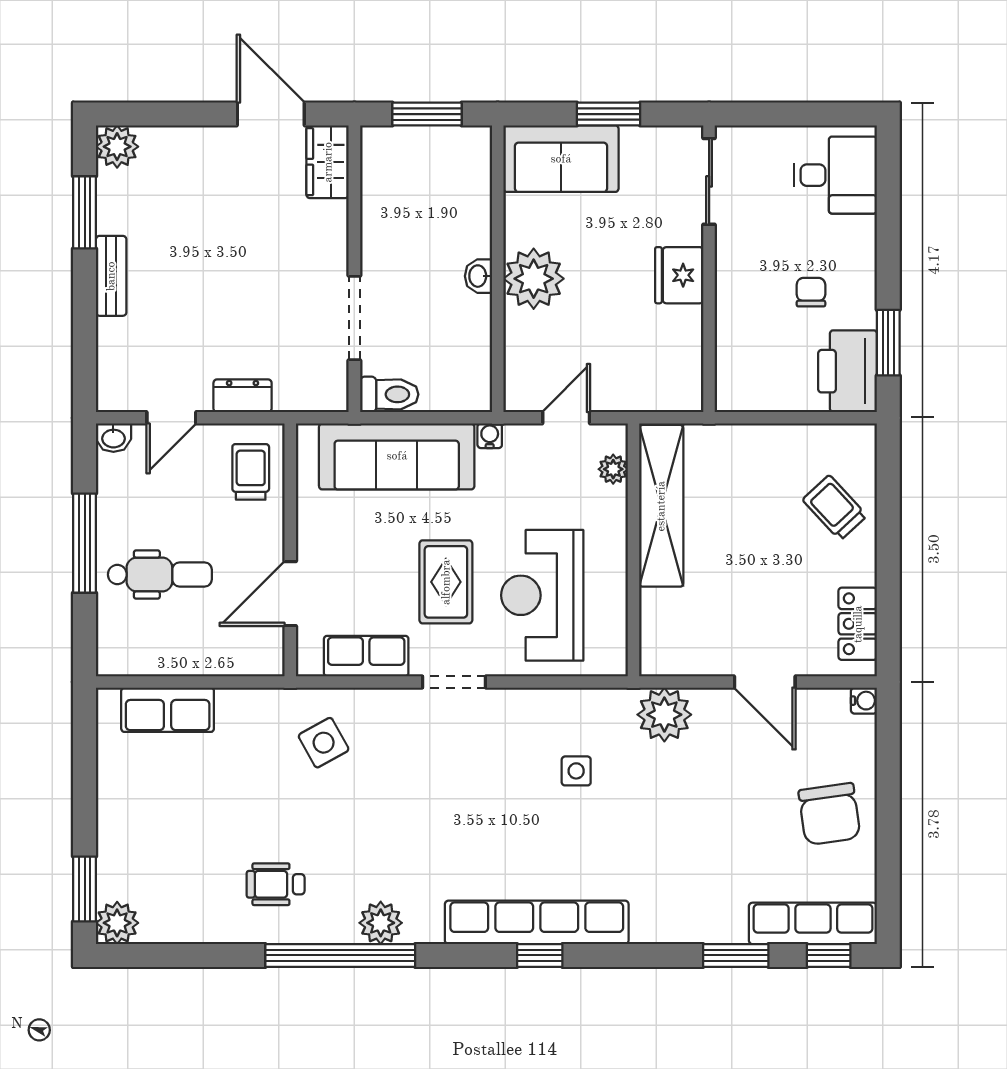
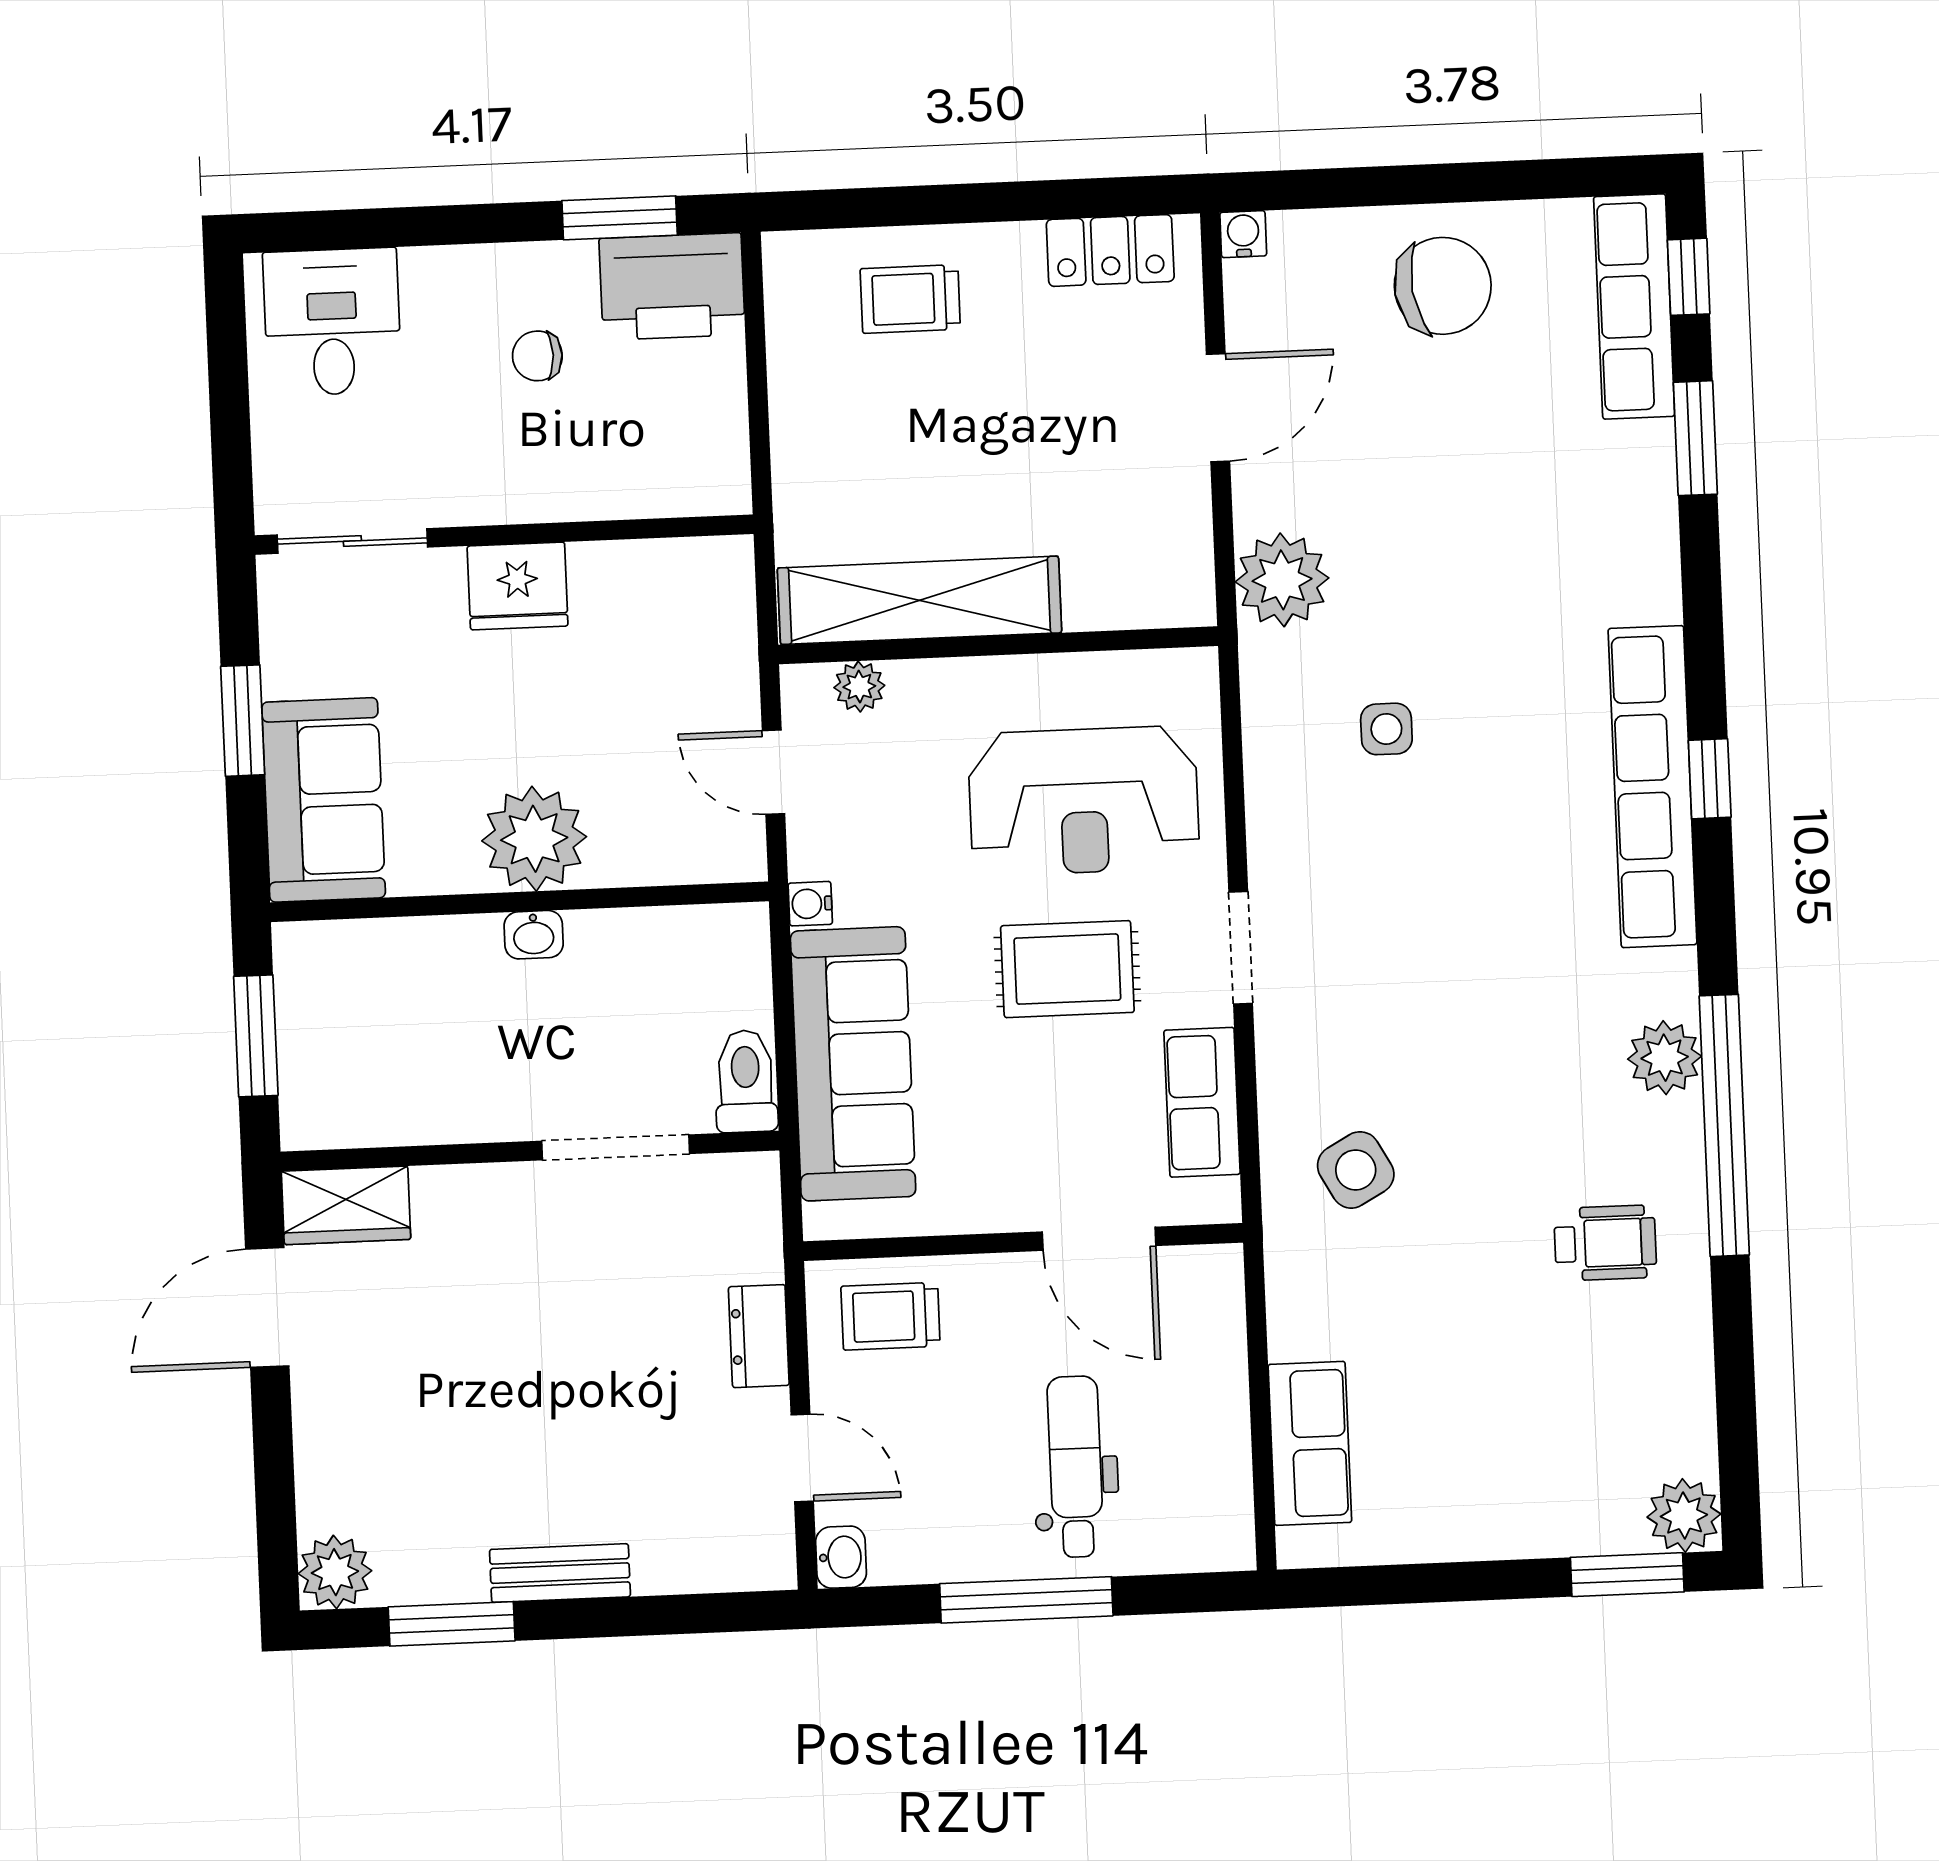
trolley: (835, 508) -> (910, 299), turned 43
wheelchair: (276, 884) -> (1605, 1243), turned -90

